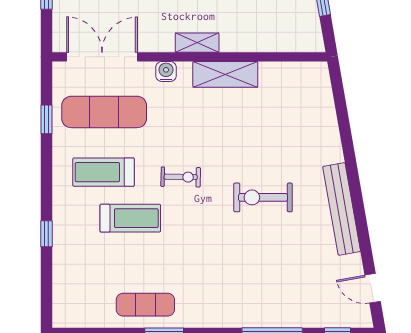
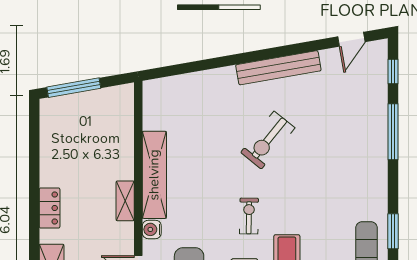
shelving: (225, 74) -> (154, 175), width x1.47
exercise bike: (263, 197) -> (268, 140), turned 39

